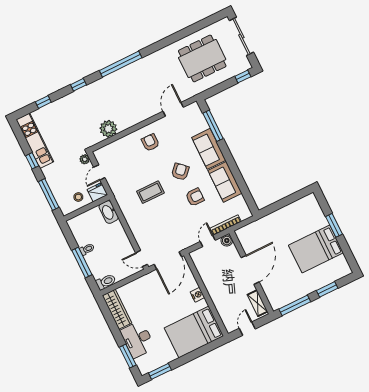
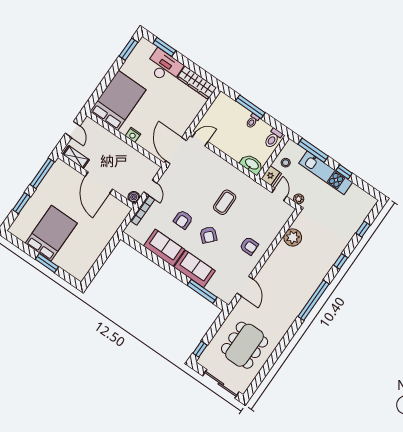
kitchen unit: (35, 141) -> (326, 173), moved
toilet: (106, 282) -> (273, 138), moved

